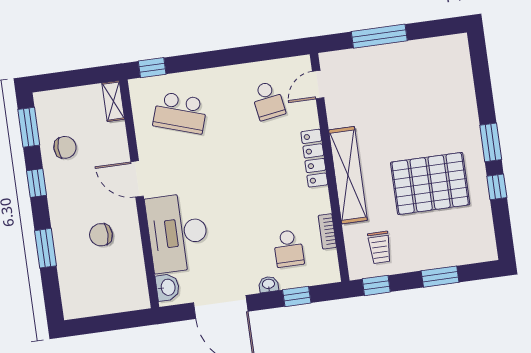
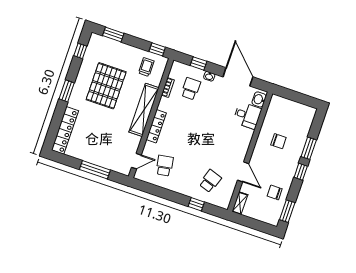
window: (152, 68) -> (196, 204), moved
locker: (461, 76) -> (65, 130), added
school desk: (180, 113) -> (210, 181), width x0.54
door: (137, 179) -> (243, 172), moved
window: (36, 183) -> (301, 172), moved
pallet: (430, 183) -> (106, 86), turned 90
window: (497, 187) -> (80, 51), moved
desk: (178, 233) -> (247, 116), width x0.53, depth x0.77
window: (440, 277) -> (113, 34), moved

